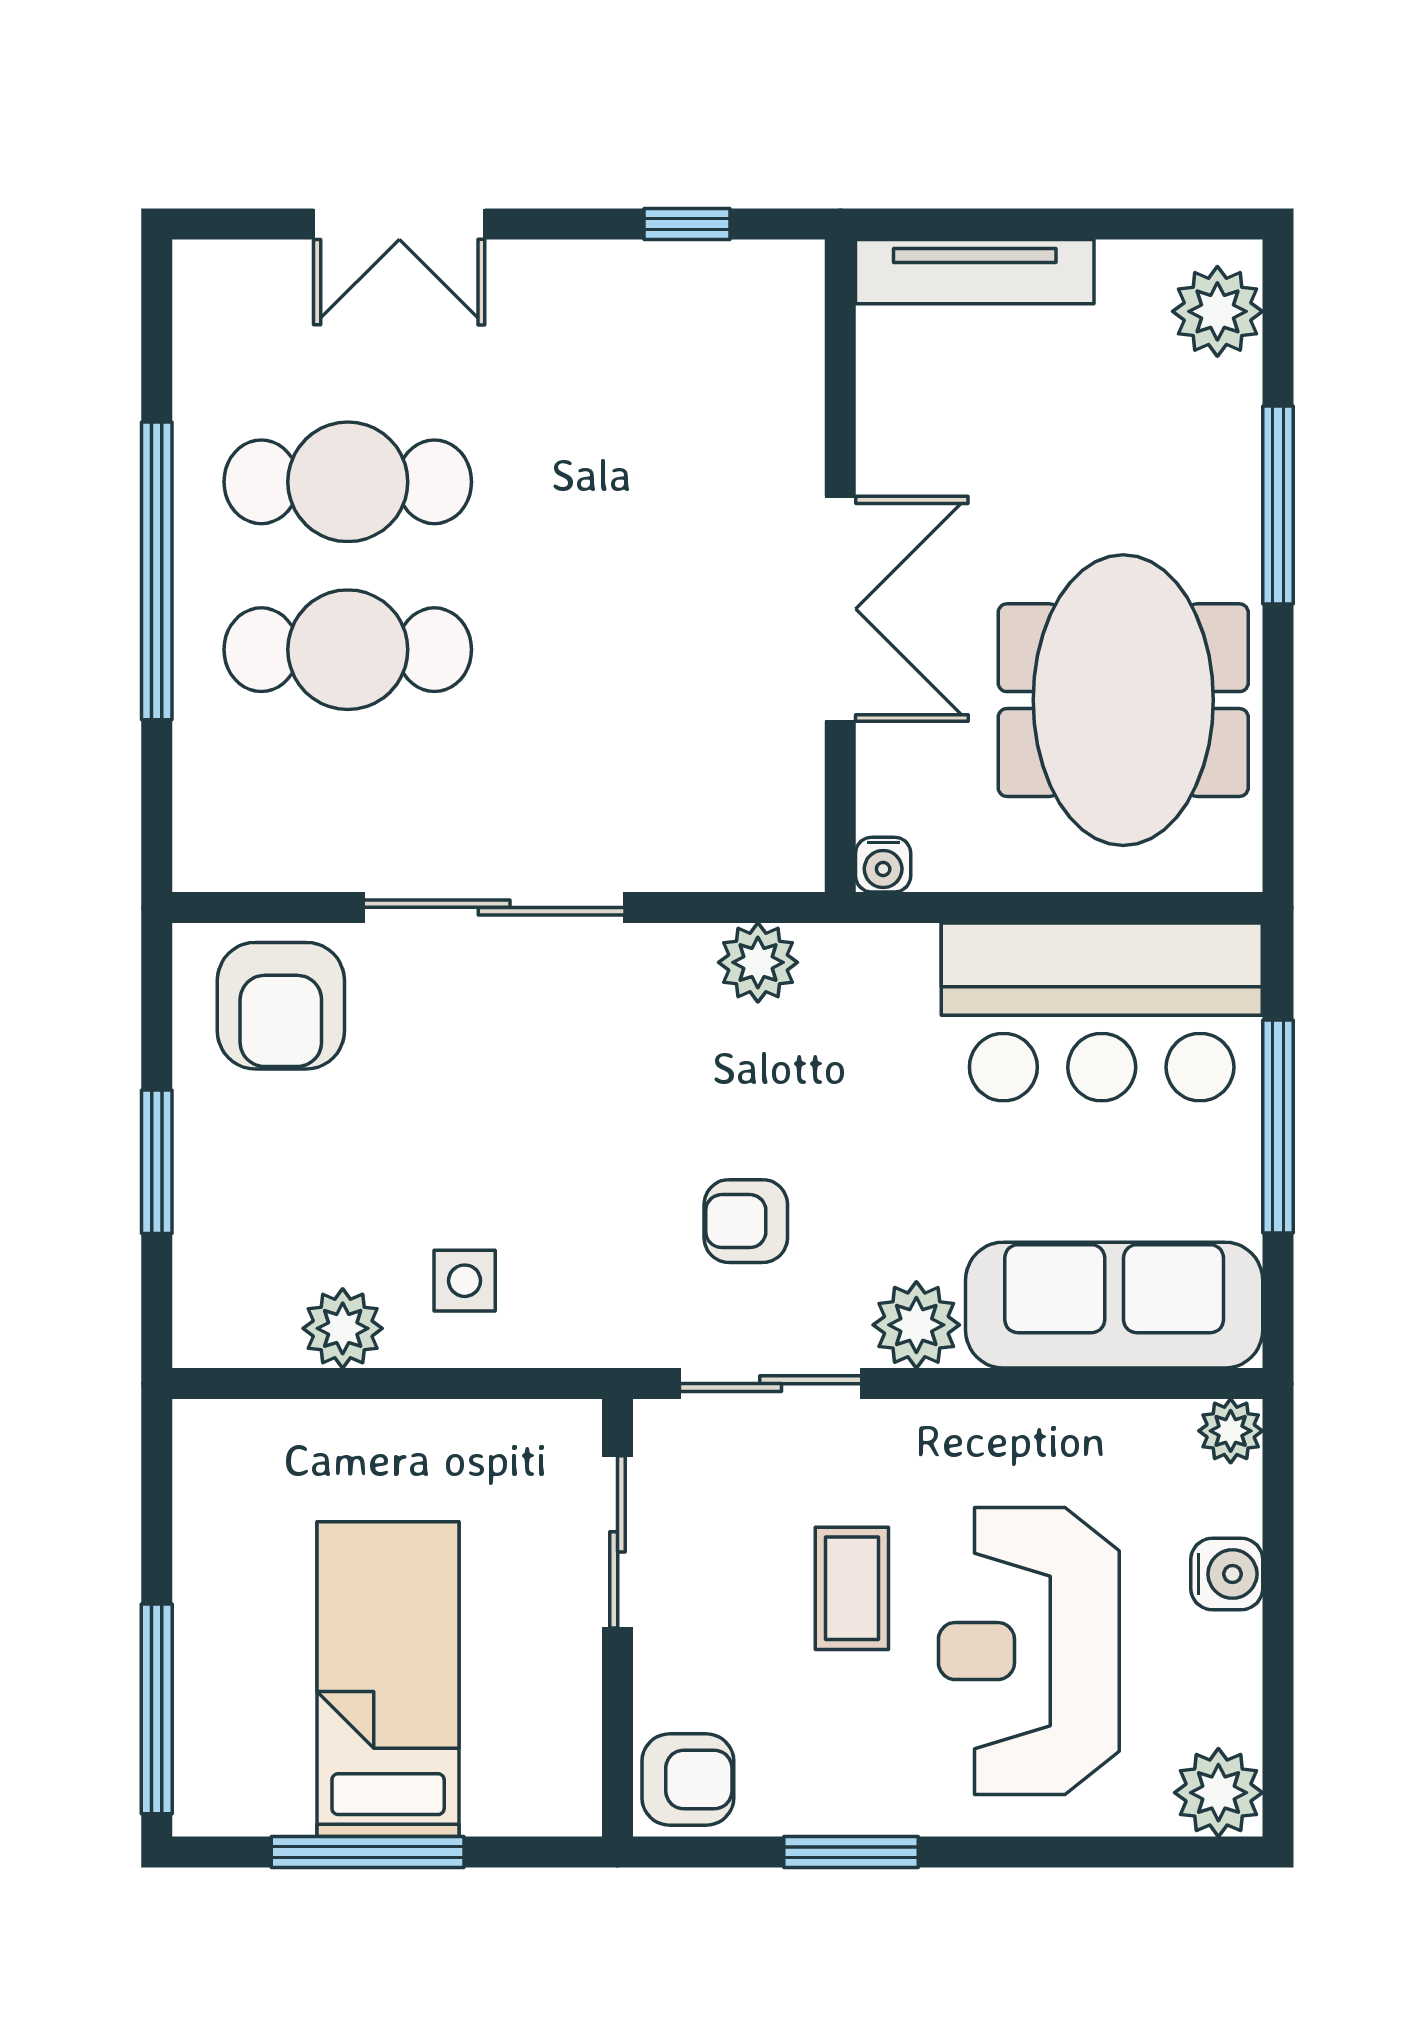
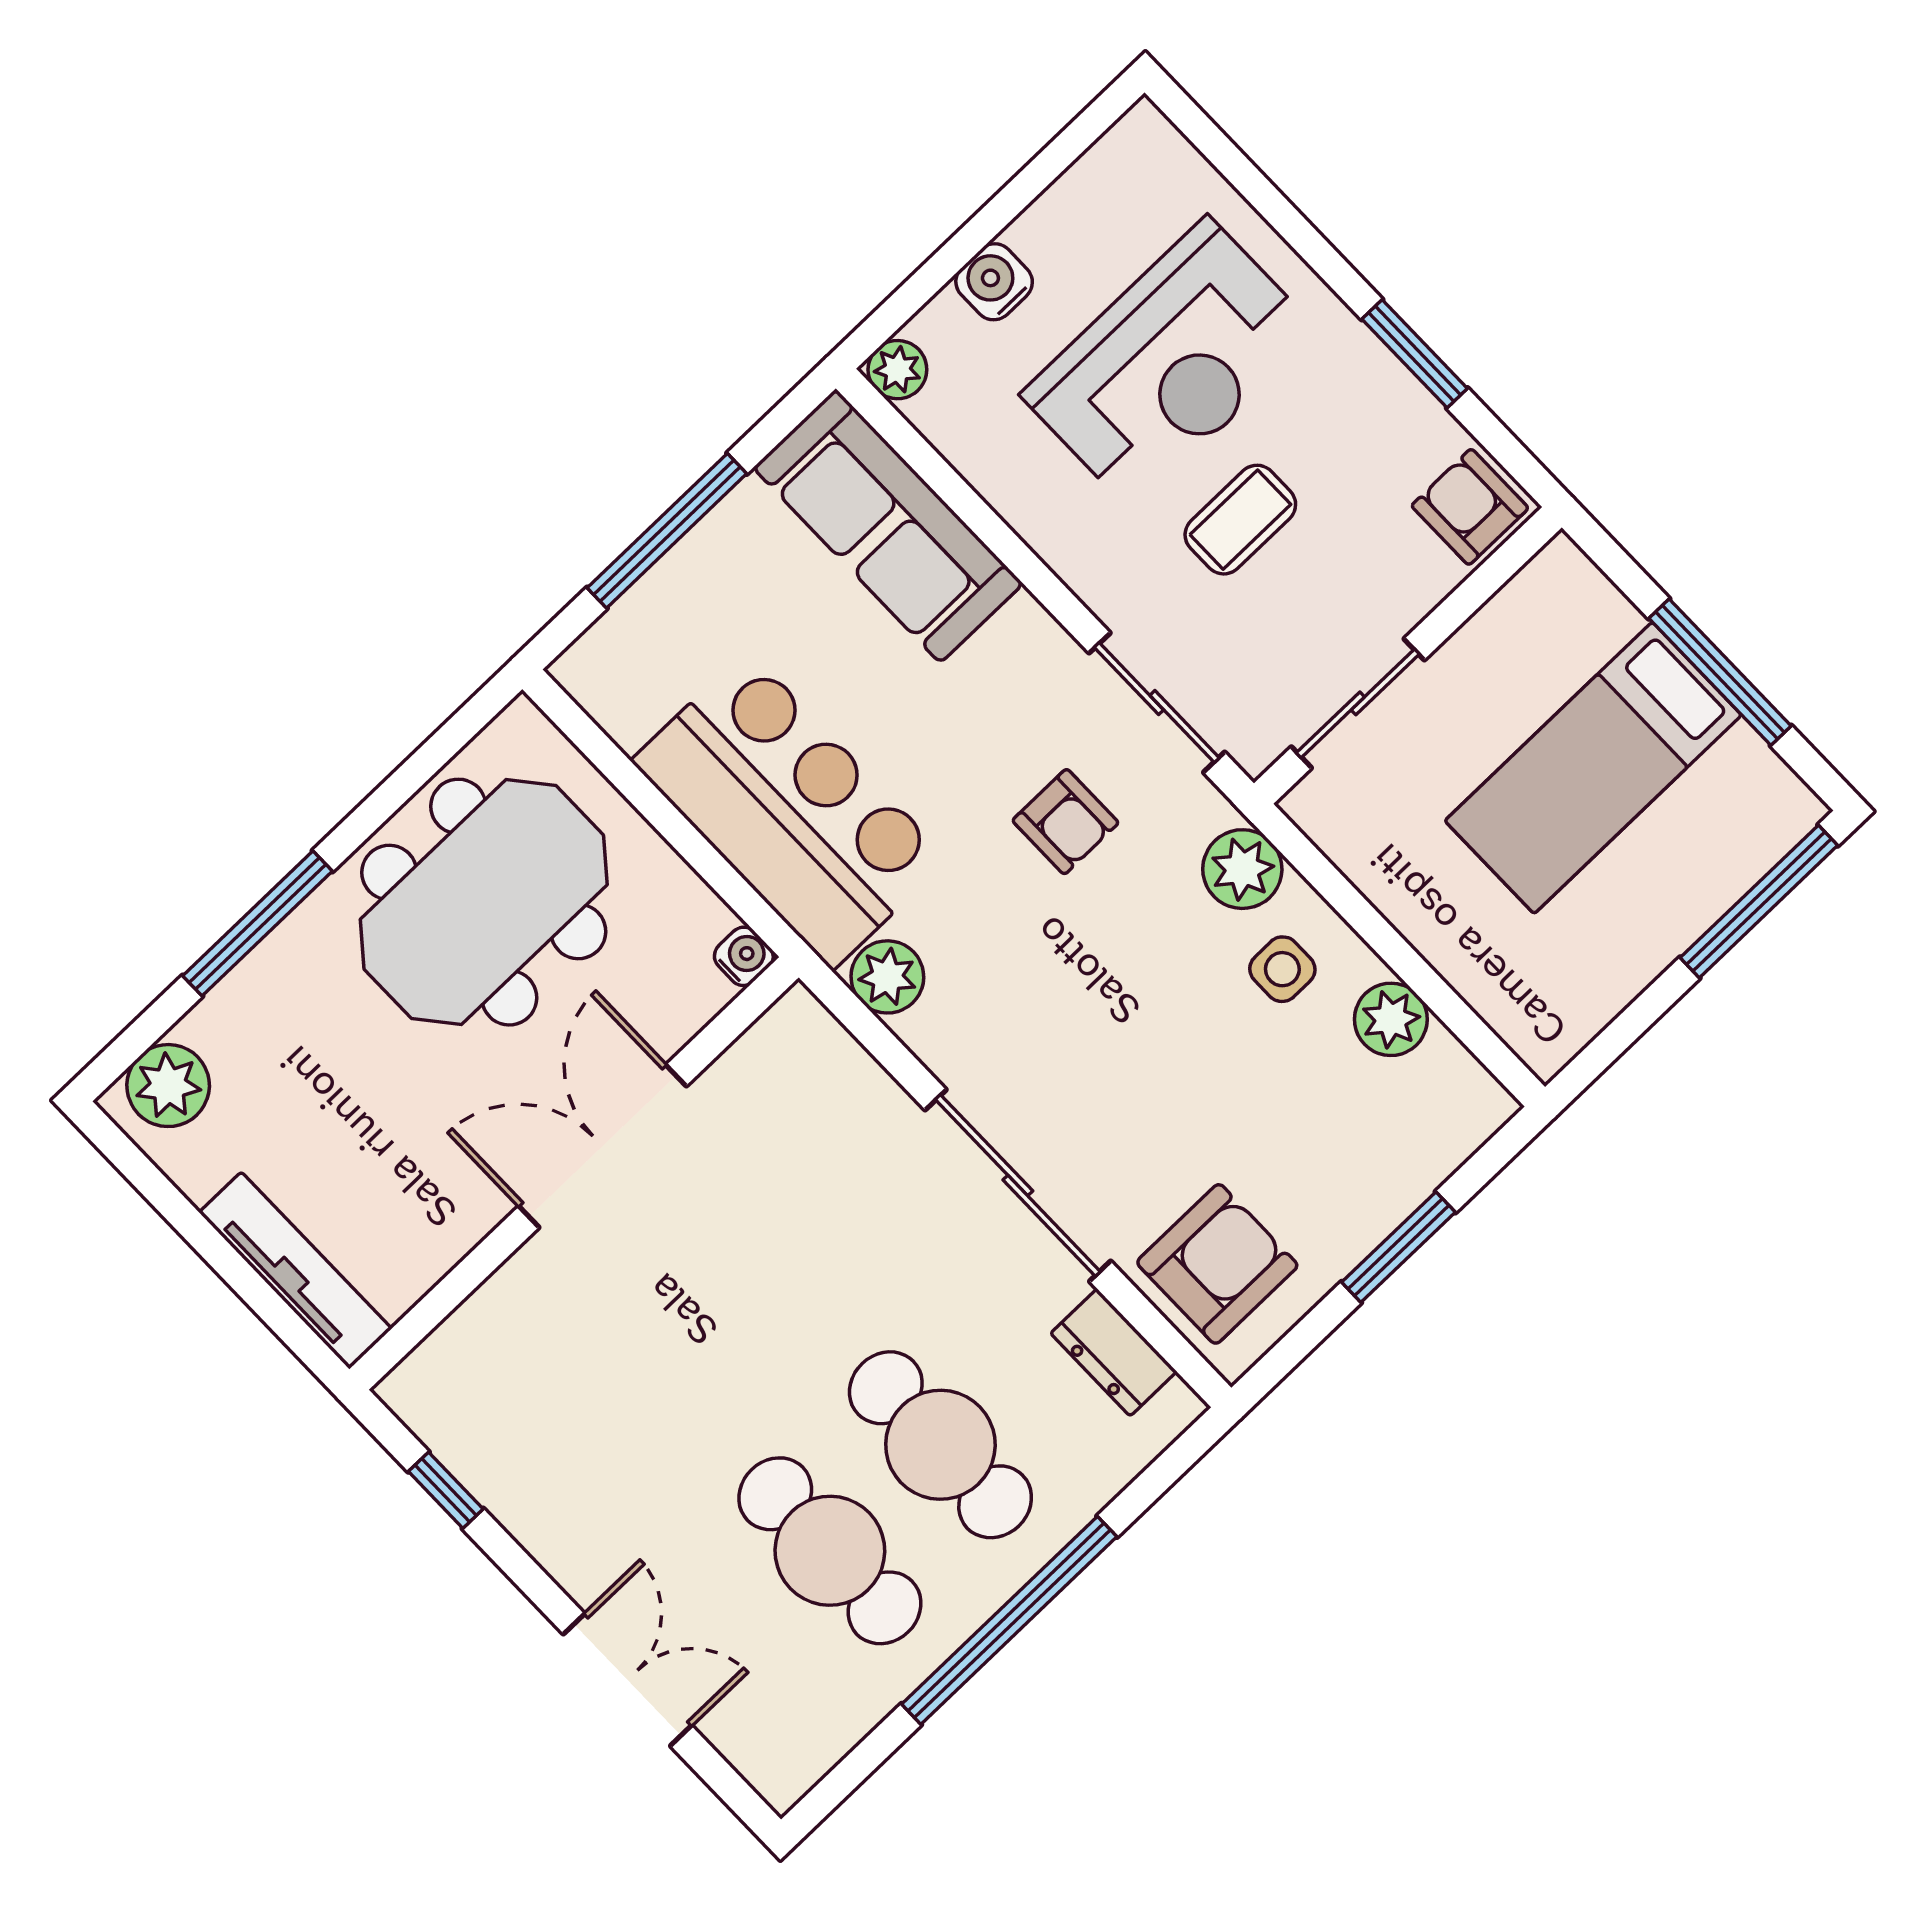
dresser: (290, 857) -> (1114, 1352), added
bar counter: (1102, 1012) -> (790, 810), moved
plant: (916, 1325) -> (1242, 869), moved
plant: (1218, 1793) -> (1143, 149), removed

